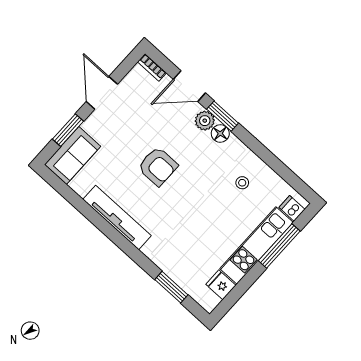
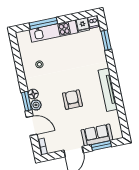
sofa: (73, 155) -> (97, 135), moved
dishwasher: (292, 208) -> (93, 22), moved

